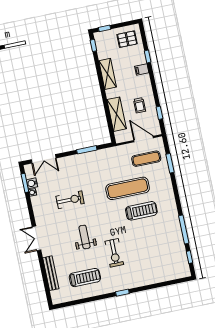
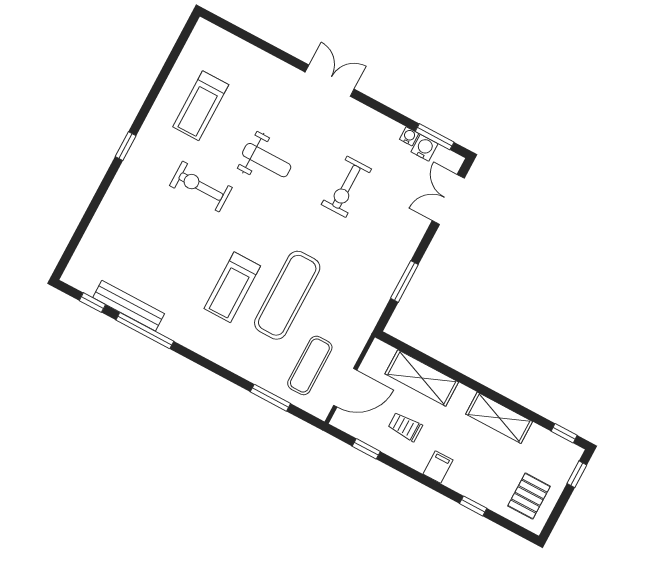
filing cabinet: (142, 70) -> (438, 467), moved
bench: (51, 273) -> (129, 306), moved

